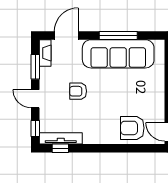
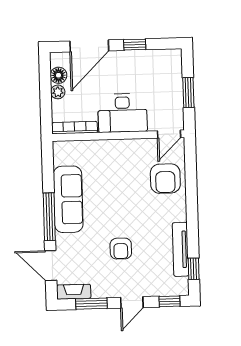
window: (118, 35) -> (49, 217), moved
sofa: (118, 54) -> (68, 199), width x0.74, depth x0.79
tv unit: (61, 138) -> (180, 249), moved

